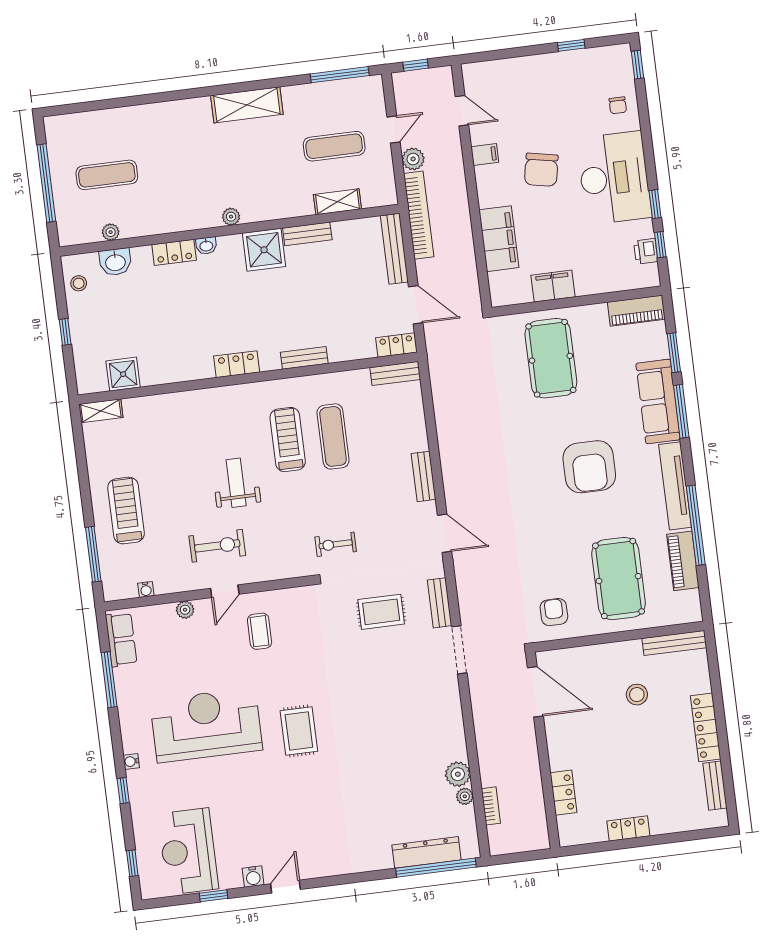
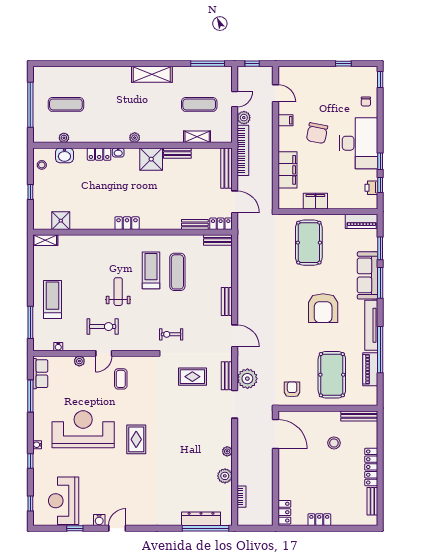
bench: (304, 358) -> (195, 224), moved
plant: (475, 603) -> (247, 379), added
locker: (563, 793) -> (284, 512), moved
plant: (465, 796) -> (227, 451), moved

